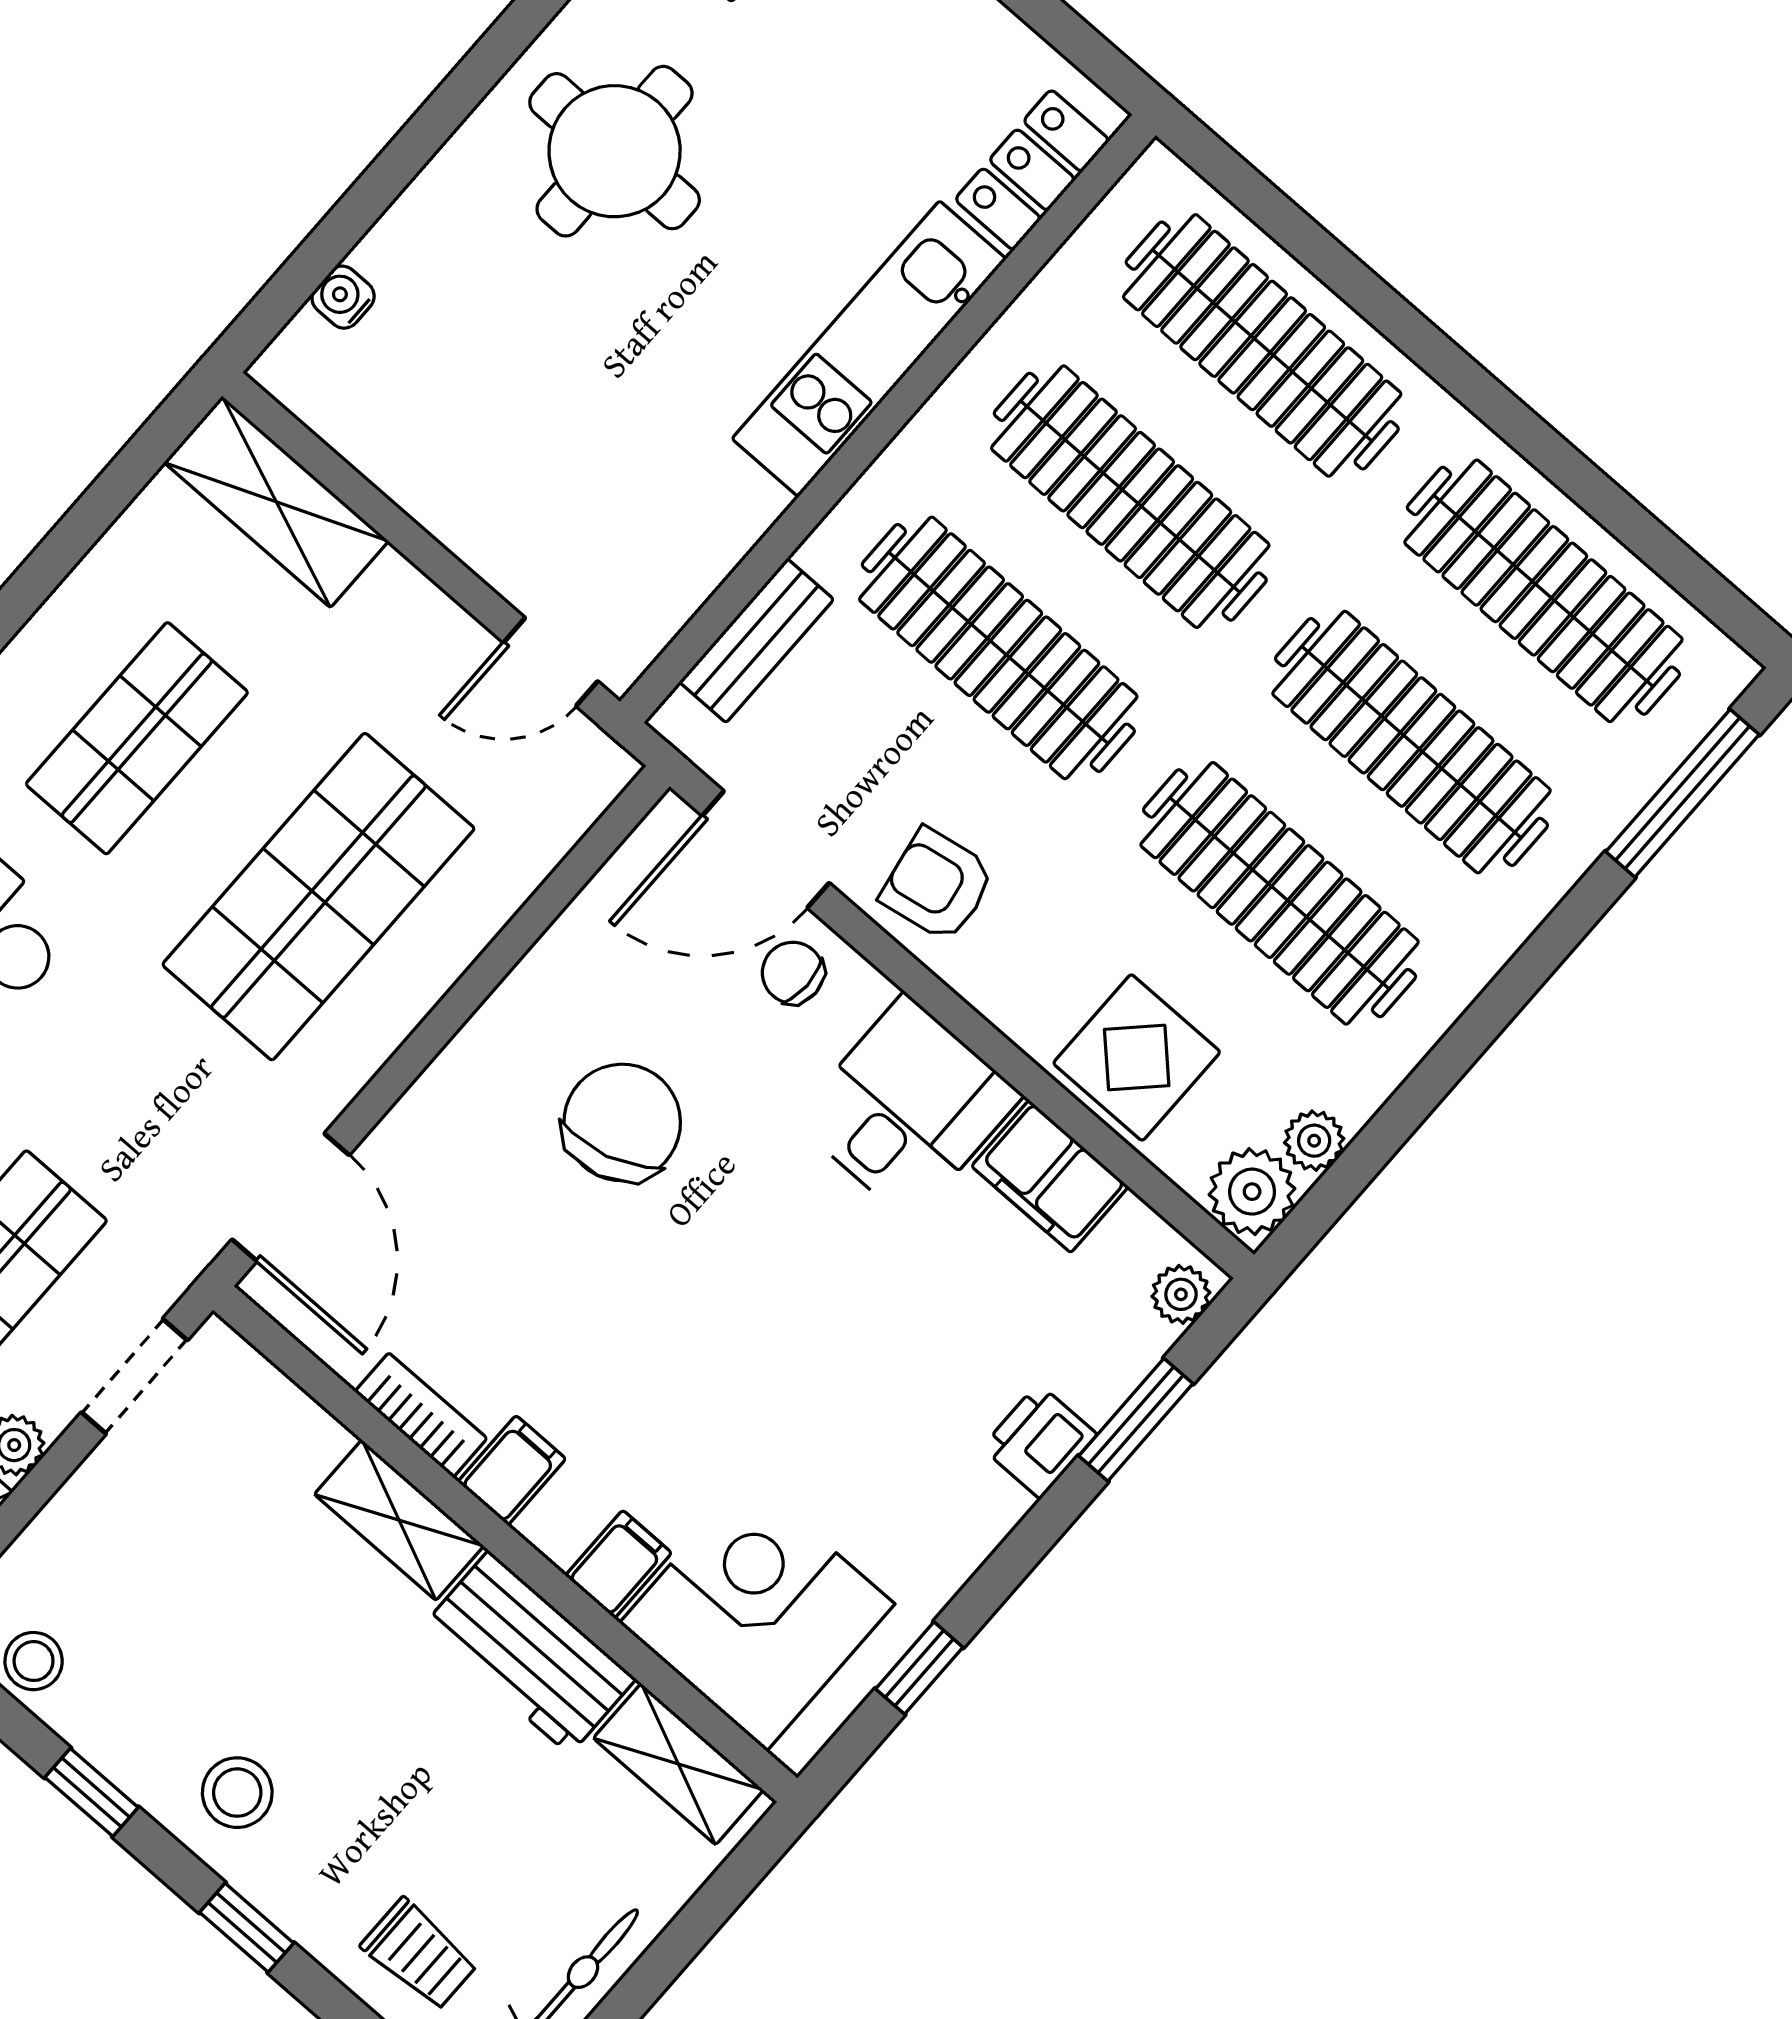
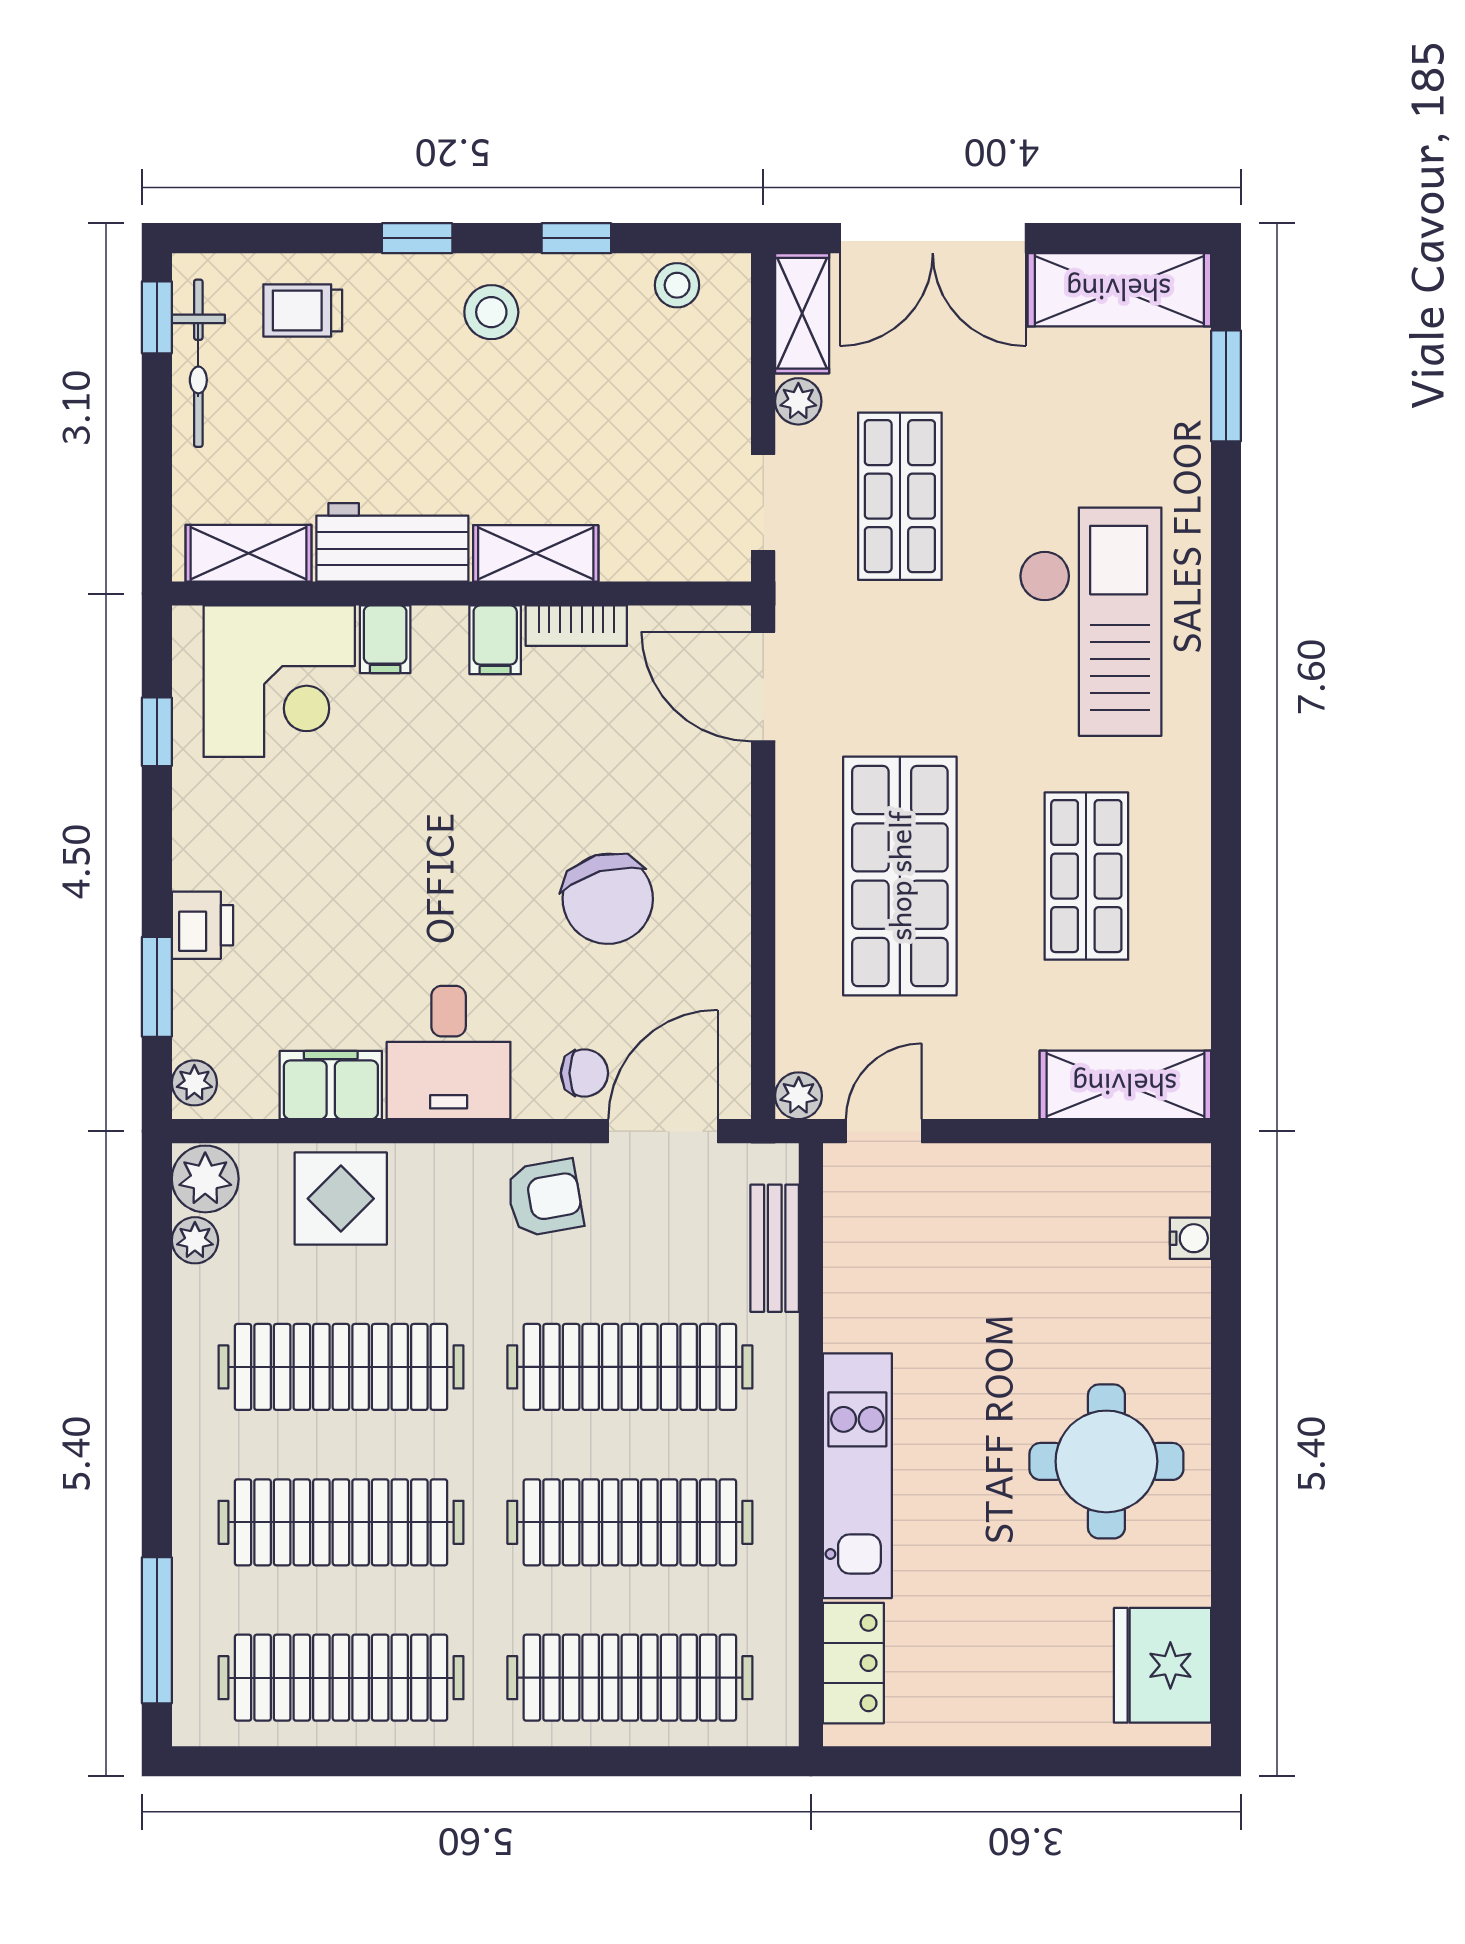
plant: (604, 769) -> (799, 1096), added

